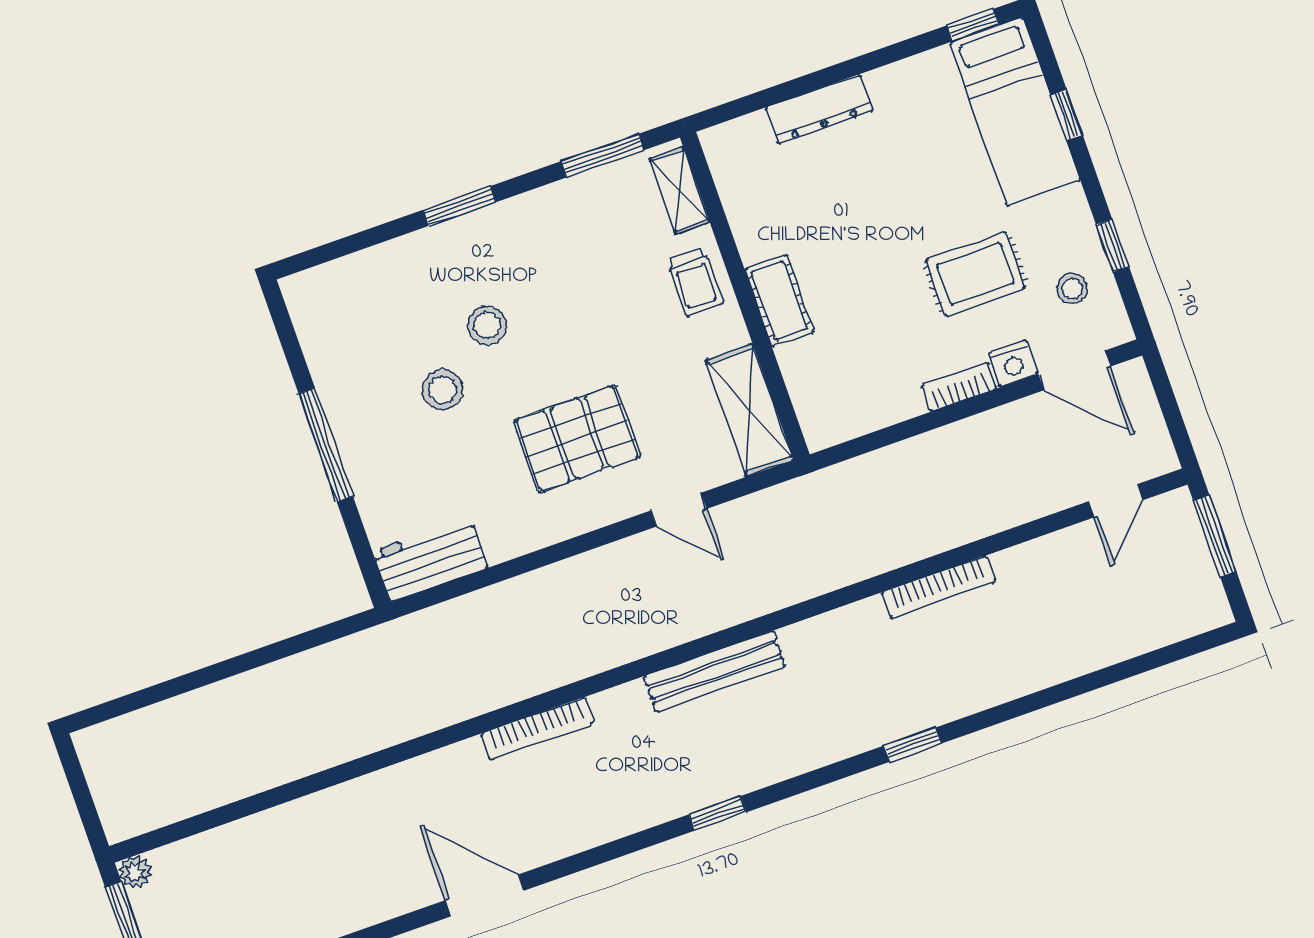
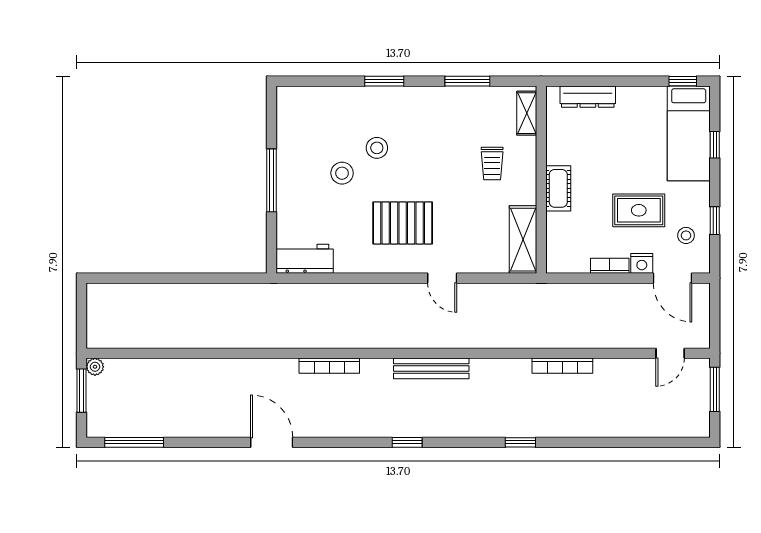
shelving: (679, 190) -> (527, 113), moved
wall: (745, 296) -> (541, 180), moved
cot: (779, 301) -> (558, 188), moved
shelving: (750, 410) -> (523, 240), moved

